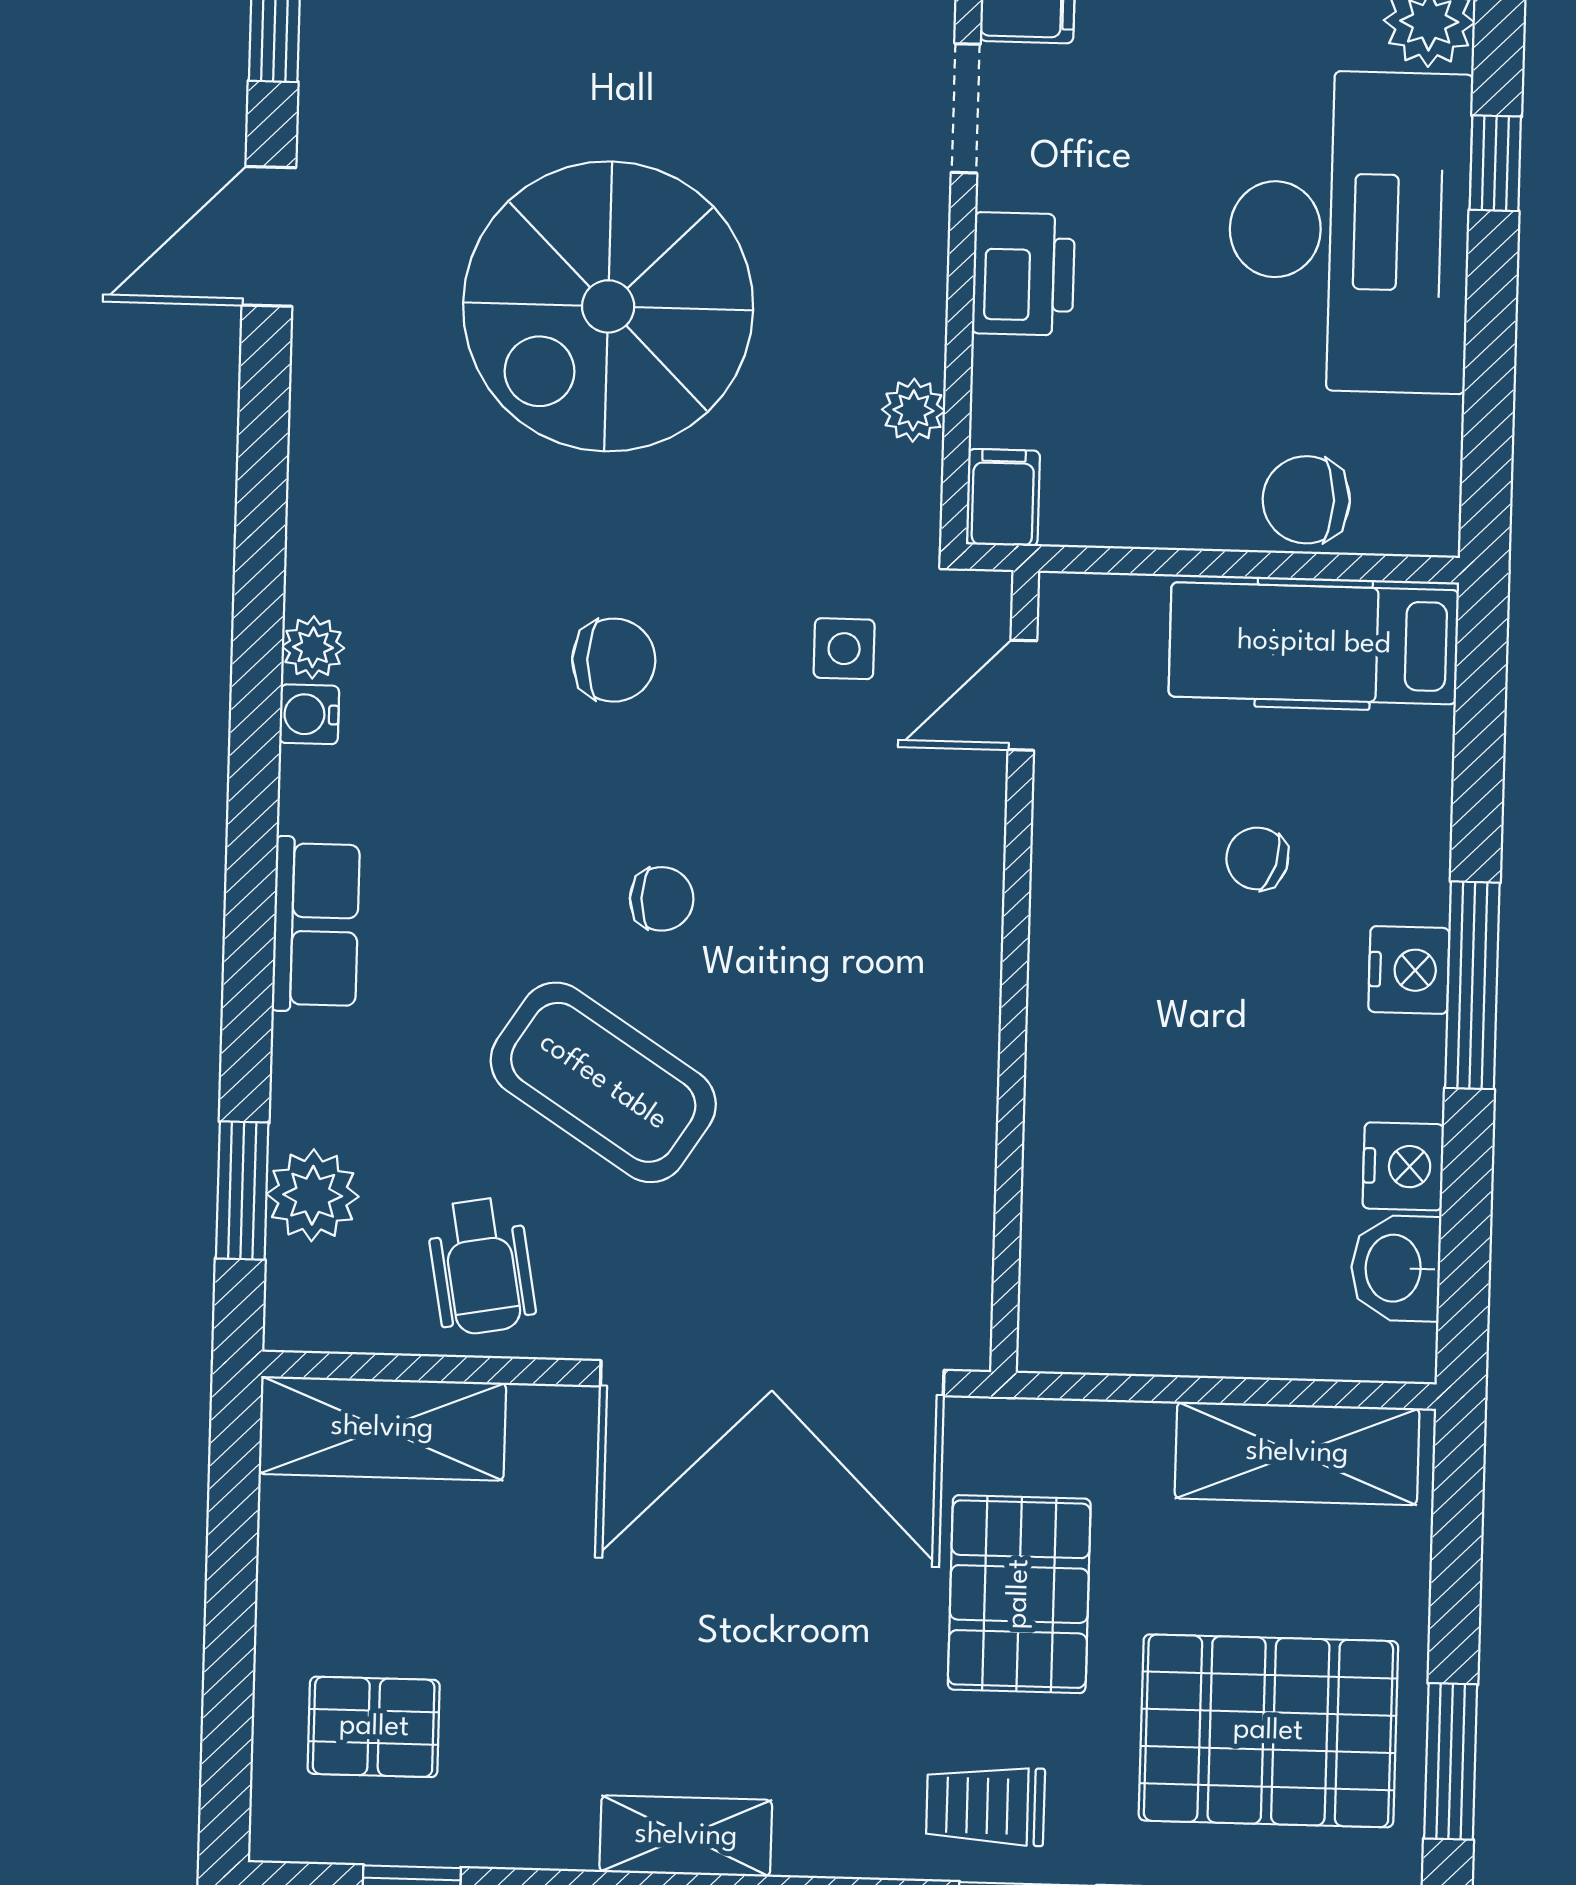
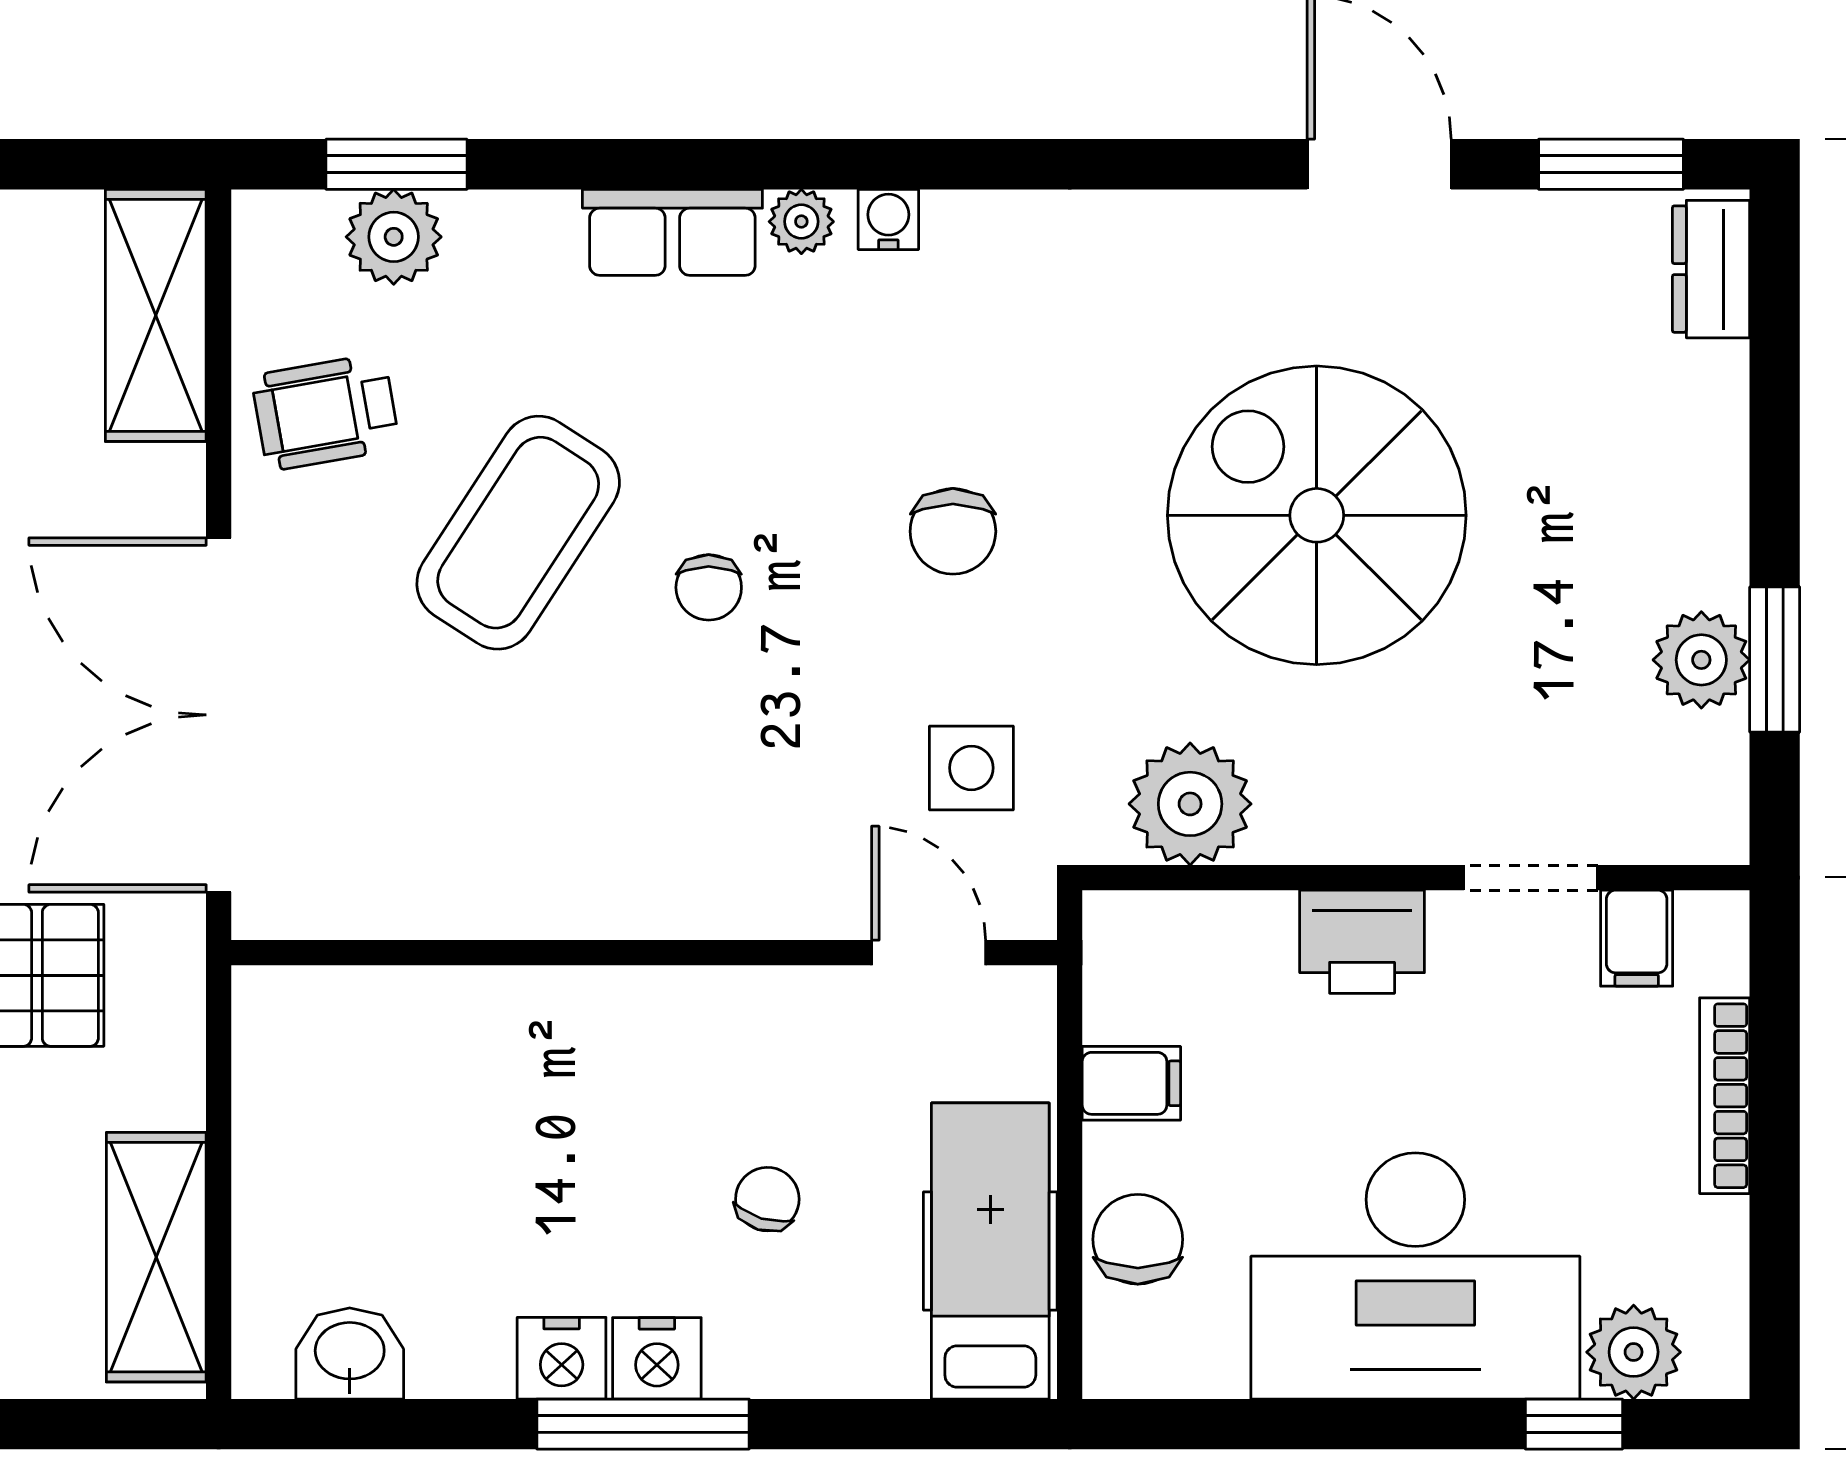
window: (1495, 163) -> (1574, 1424), moved
plant: (913, 410) -> (1190, 804), width x1.88, depth x1.88
filing cabinet: (1003, 498) -> (1131, 1083), moved
plant: (313, 647) -> (801, 222), moved
side table: (844, 649) -> (971, 768), width x1.37, depth x1.37
nightstand: (1403, 1166) -> (562, 1358), moved

